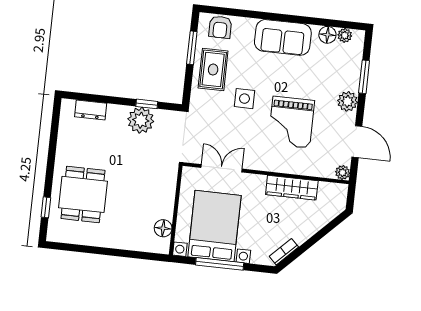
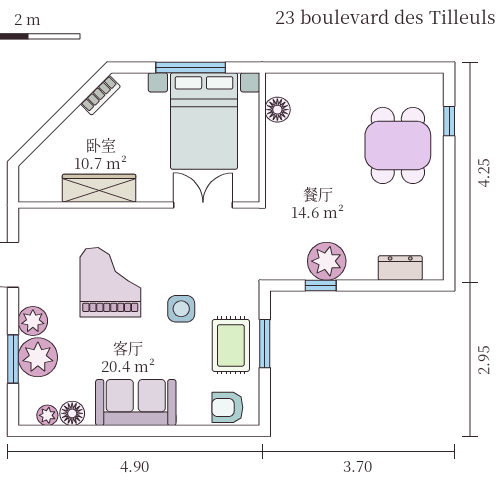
armchair: (220, 27) -> (227, 407), turned -90
window: (192, 48) -> (265, 344), moved
double door: (222, 168) -> (203, 205), swing flipped
plant: (343, 173) -> (38, 357), moved, width x1.87, depth x1.87

